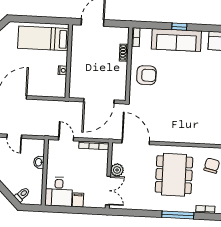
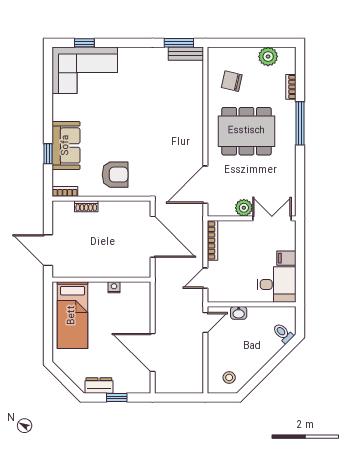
window: (179, 27) -> (48, 154), moved
sofa: (176, 40) -> (66, 145), width x0.73
armchair: (146, 75) -> (115, 175), turned 90
door: (14, 136) -> (205, 322), moved

